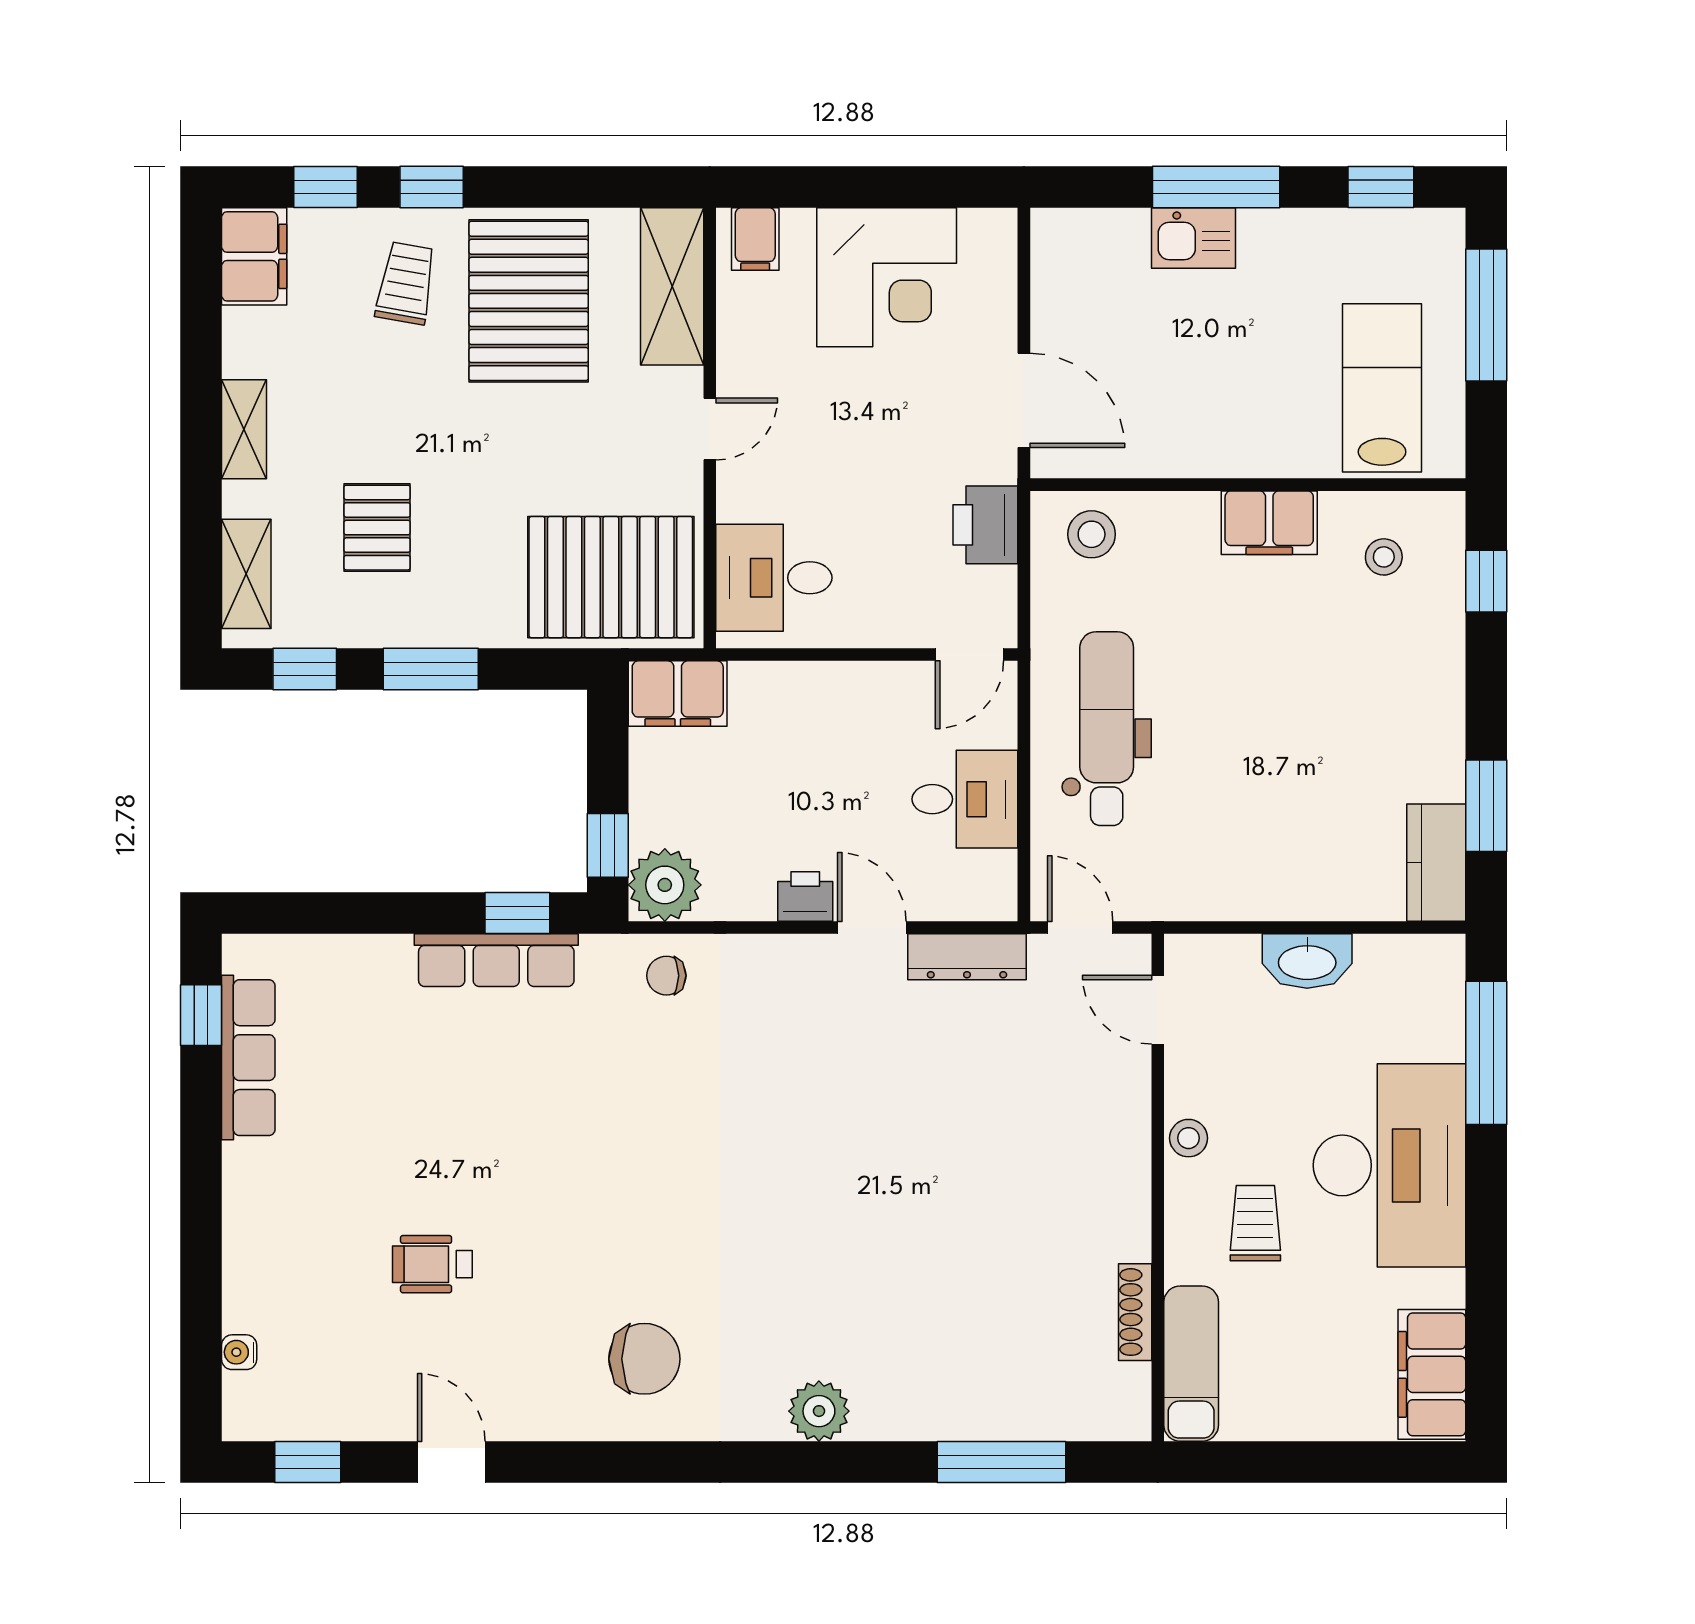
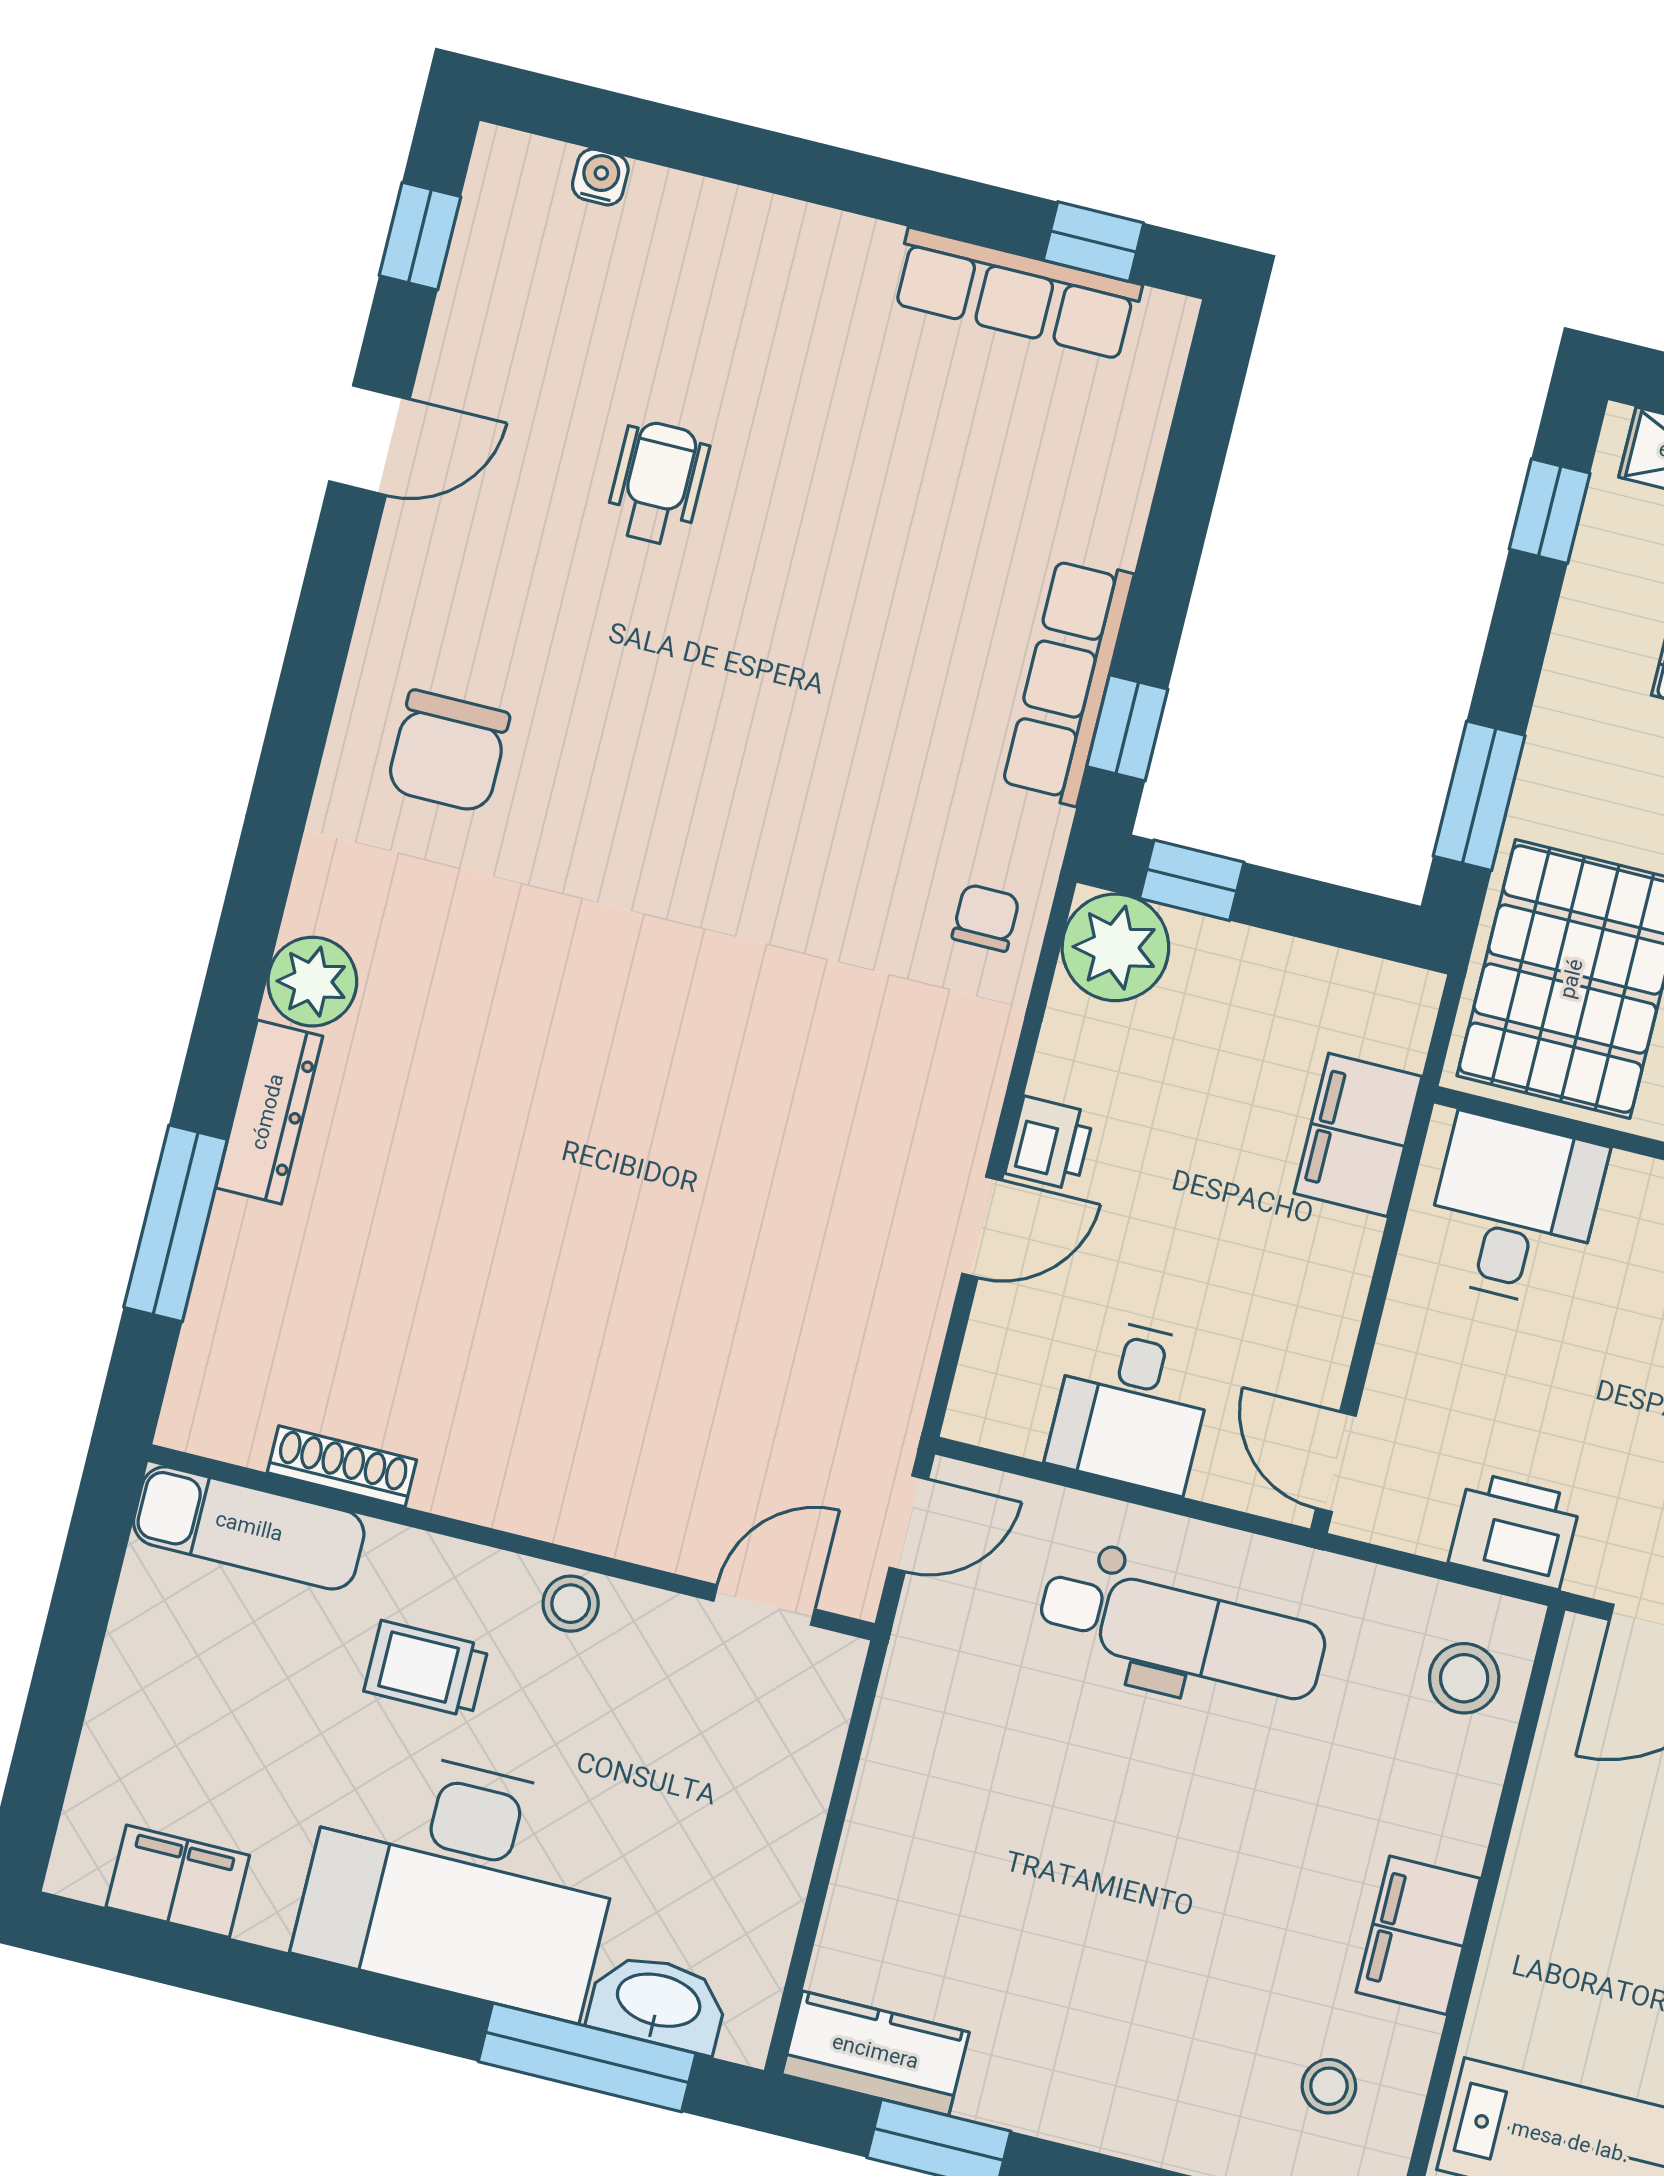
window: (431, 669) -> (1479, 796), moved
filing cabinet: (678, 694) -> (1358, 1135), moved
dresser: (967, 957) -> (269, 1112), moved, turned 180
washbasin: (1307, 961) -> (658, 2003), moved, turned 90
trolley: (1255, 1223) -> (426, 1669), turned 180
filing cabinet: (1432, 1374) -> (178, 1881), width x0.67, depth x0.86

